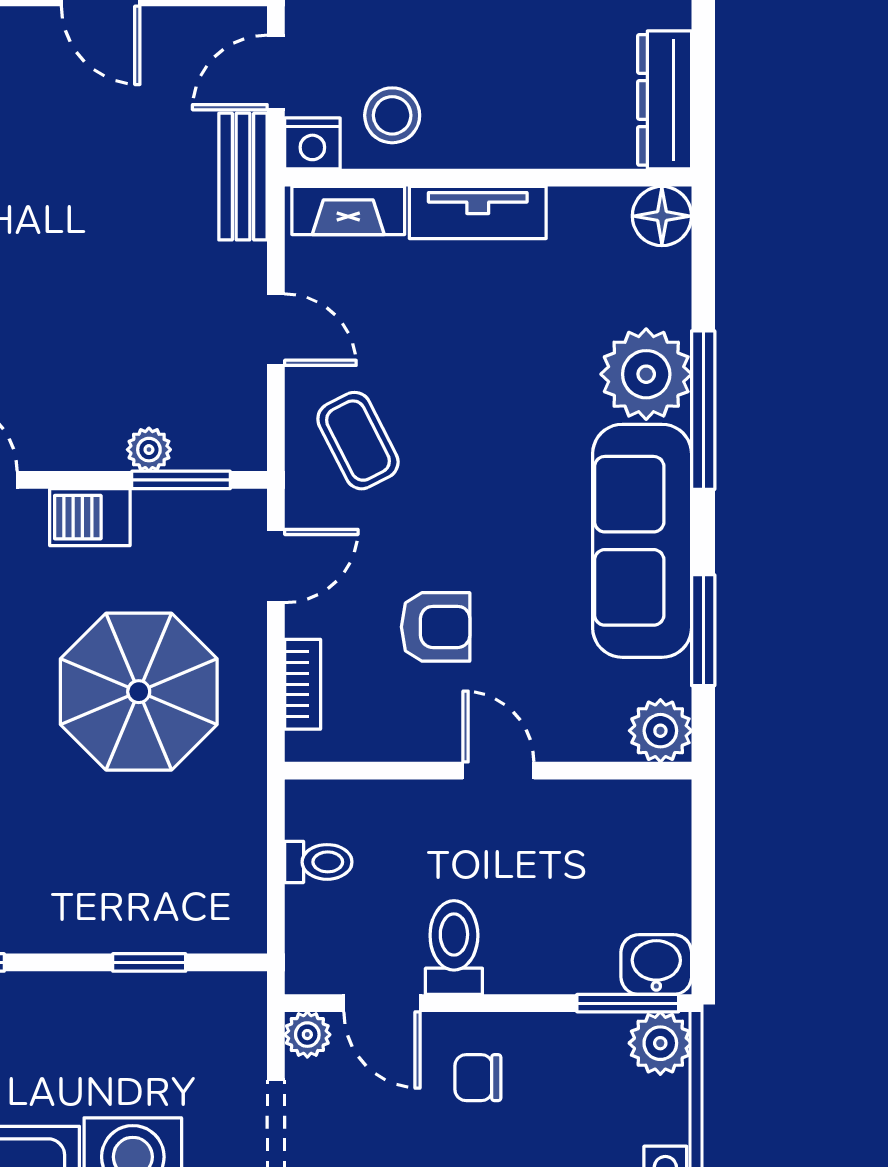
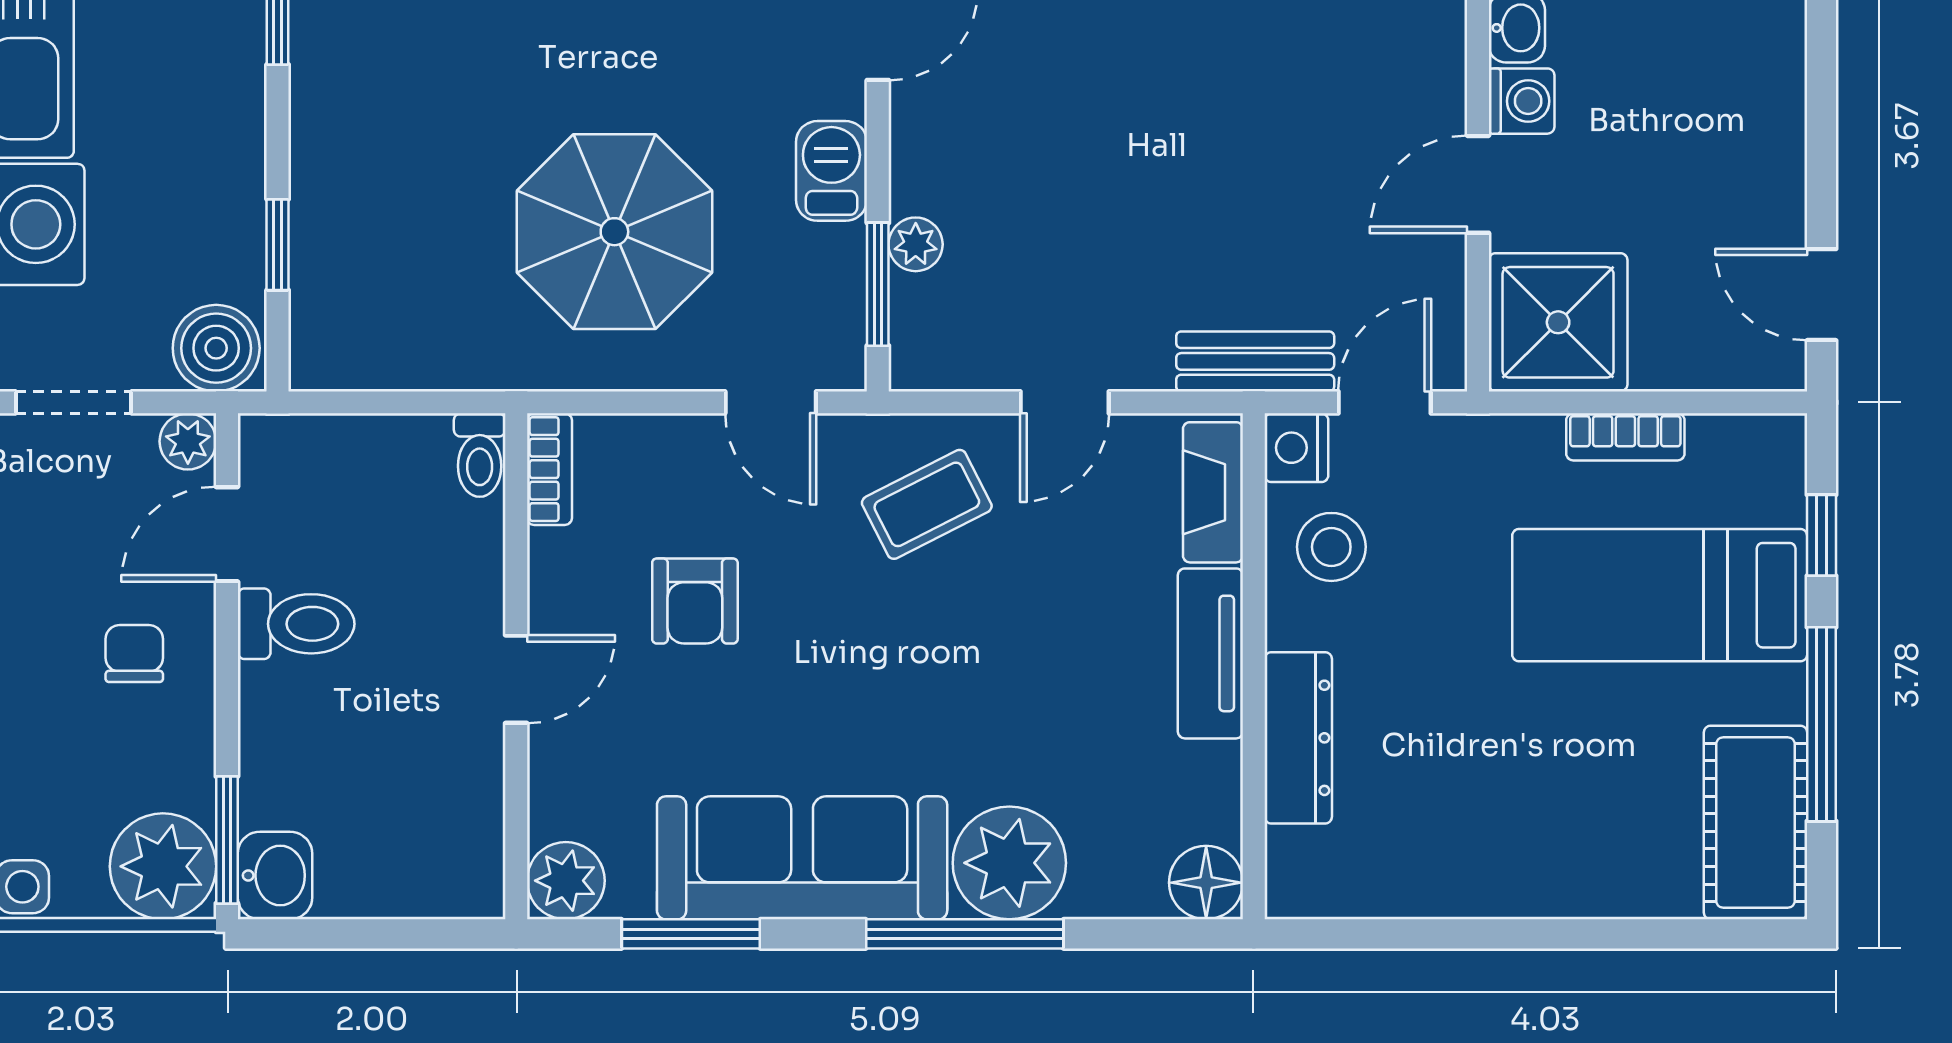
door: (276, 72) -> (1385, 402), hinge flipped
dresser: (665, 100) -> (1298, 738), moved, turned 90
bookcase: (303, 684) -> (549, 469), moved, turned -90
toilet: (318, 862) -> (480, 455), moved
boiler: (232, 1012) -> (216, 348), added
plant: (660, 1043) -> (163, 866), width x1.36, depth x1.36

